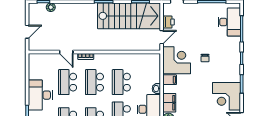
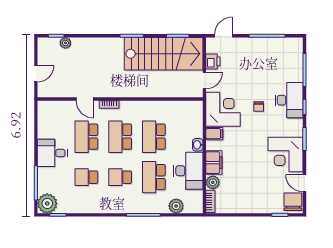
desk: (229, 22) -> (289, 100), moved
desk: (40, 95) -> (52, 153), width x0.73

